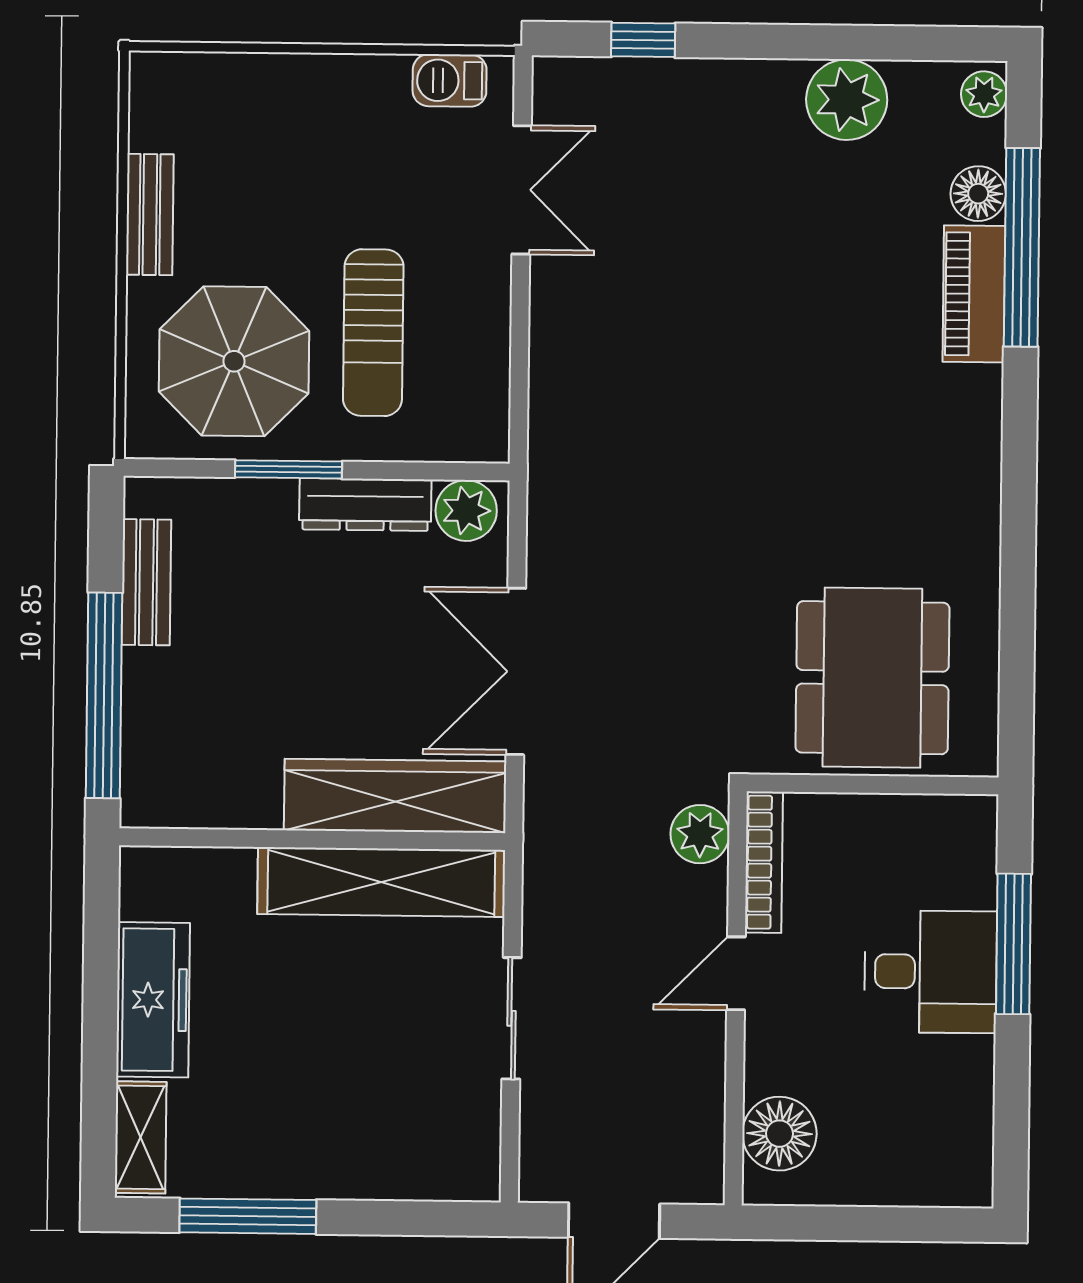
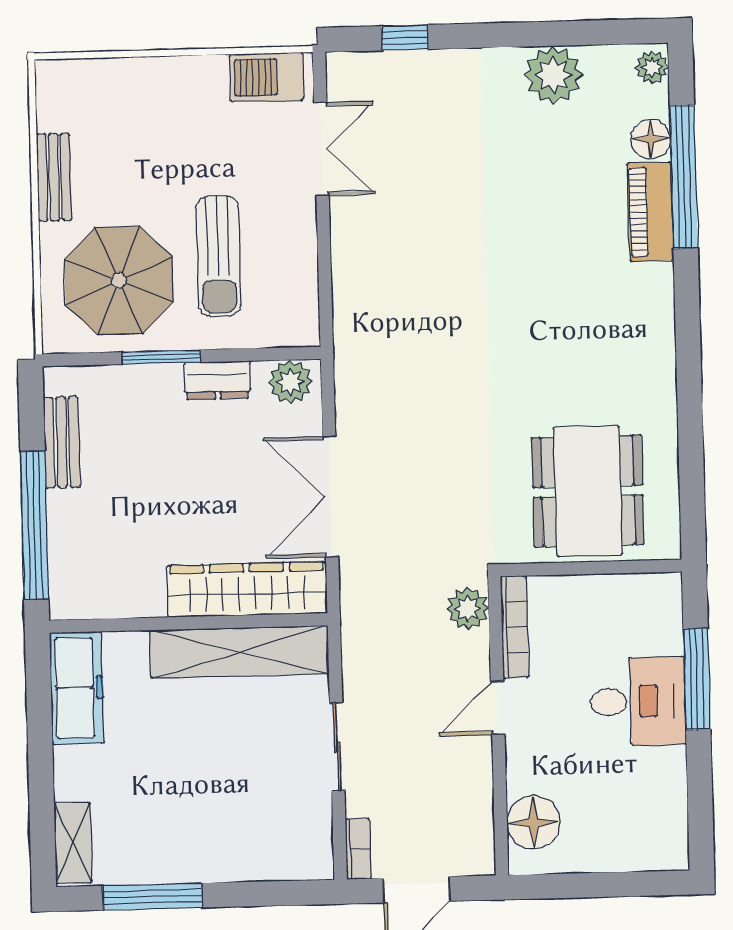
barbecue: (450, 80) -> (267, 77), width x1.38, depth x1.27
dresser: (365, 504) -> (217, 380), width x0.70
freezer: (153, 1000) -> (77, 688), moved
bookcase: (535, 1161) -> (358, 849), added

